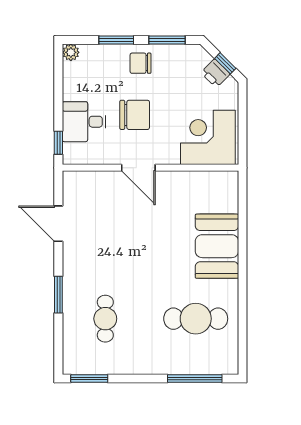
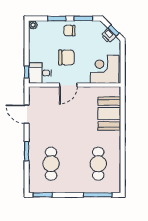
desk: (84, 122) -> (40, 73), moved
door: (138, 168) -> (68, 85), hinge flipped
booth: (217, 246) -> (109, 114), moved
cafe table: (105, 319) -> (51, 164), width x1.37, depth x1.35
cafe table: (196, 319) -> (98, 164), turned 90

